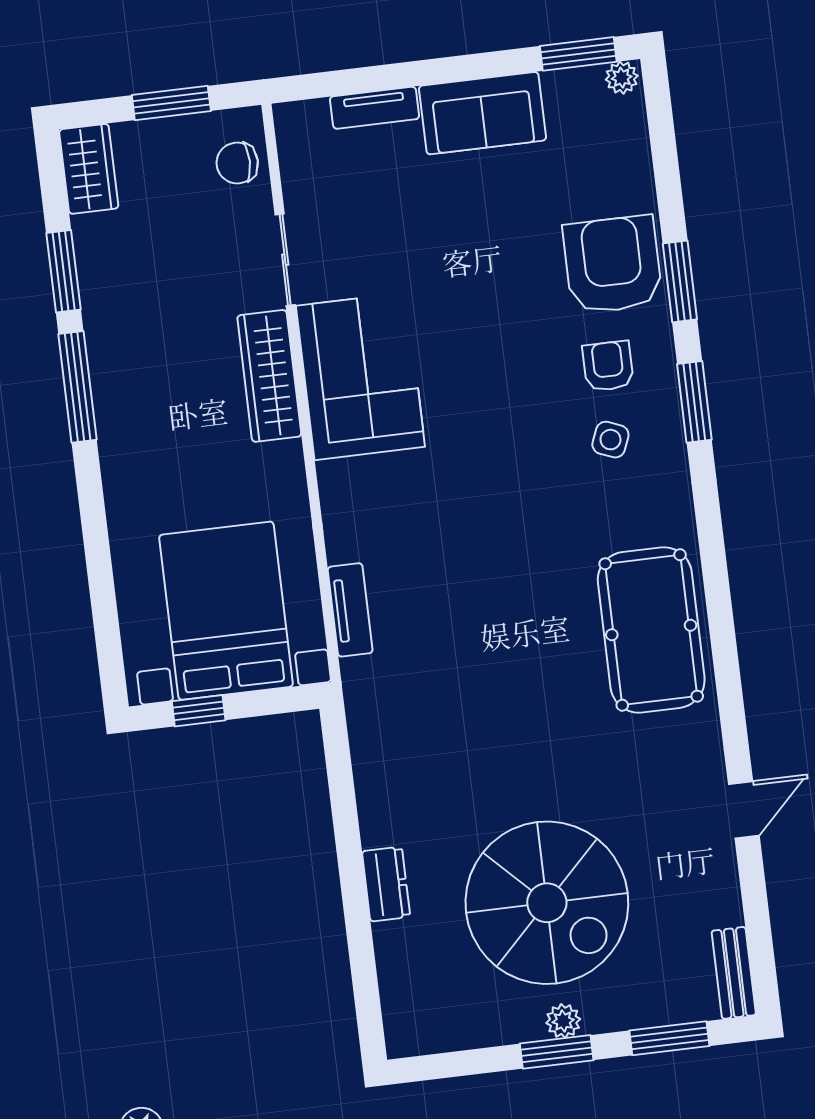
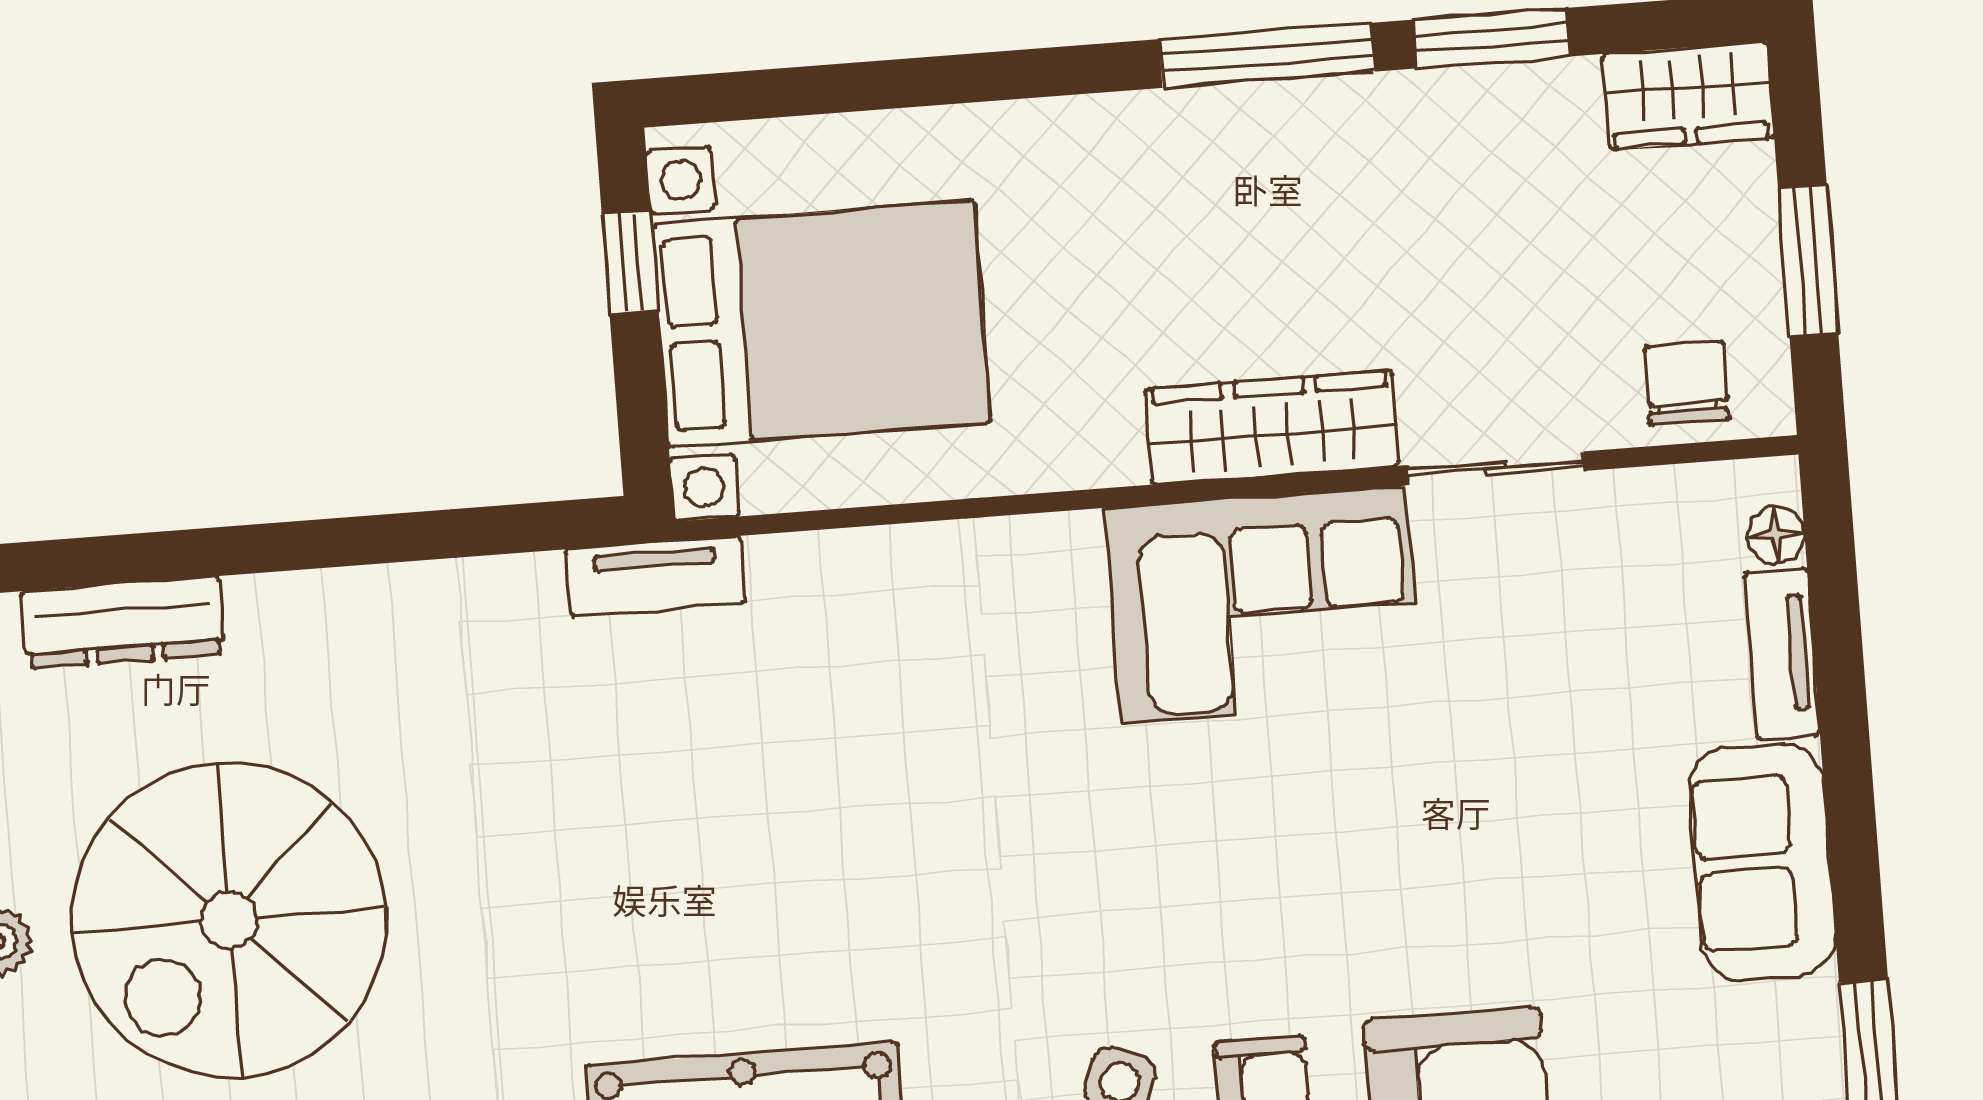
floor lamp: (314, 113) -> (1776, 535), added
tv unit: (350, 610) -> (655, 576), moved
dresser: (386, 884) -> (123, 622), moved, width x1.44

